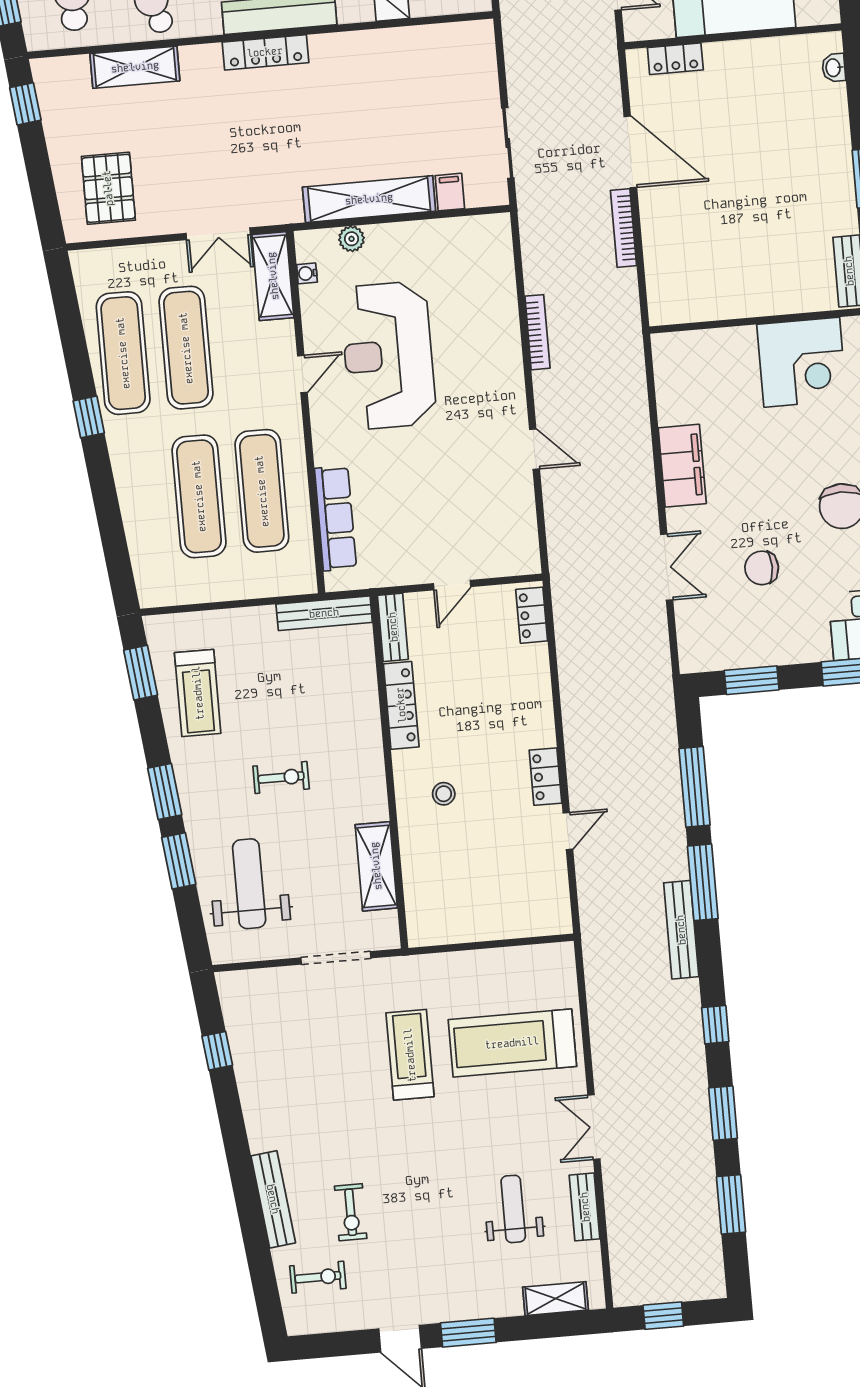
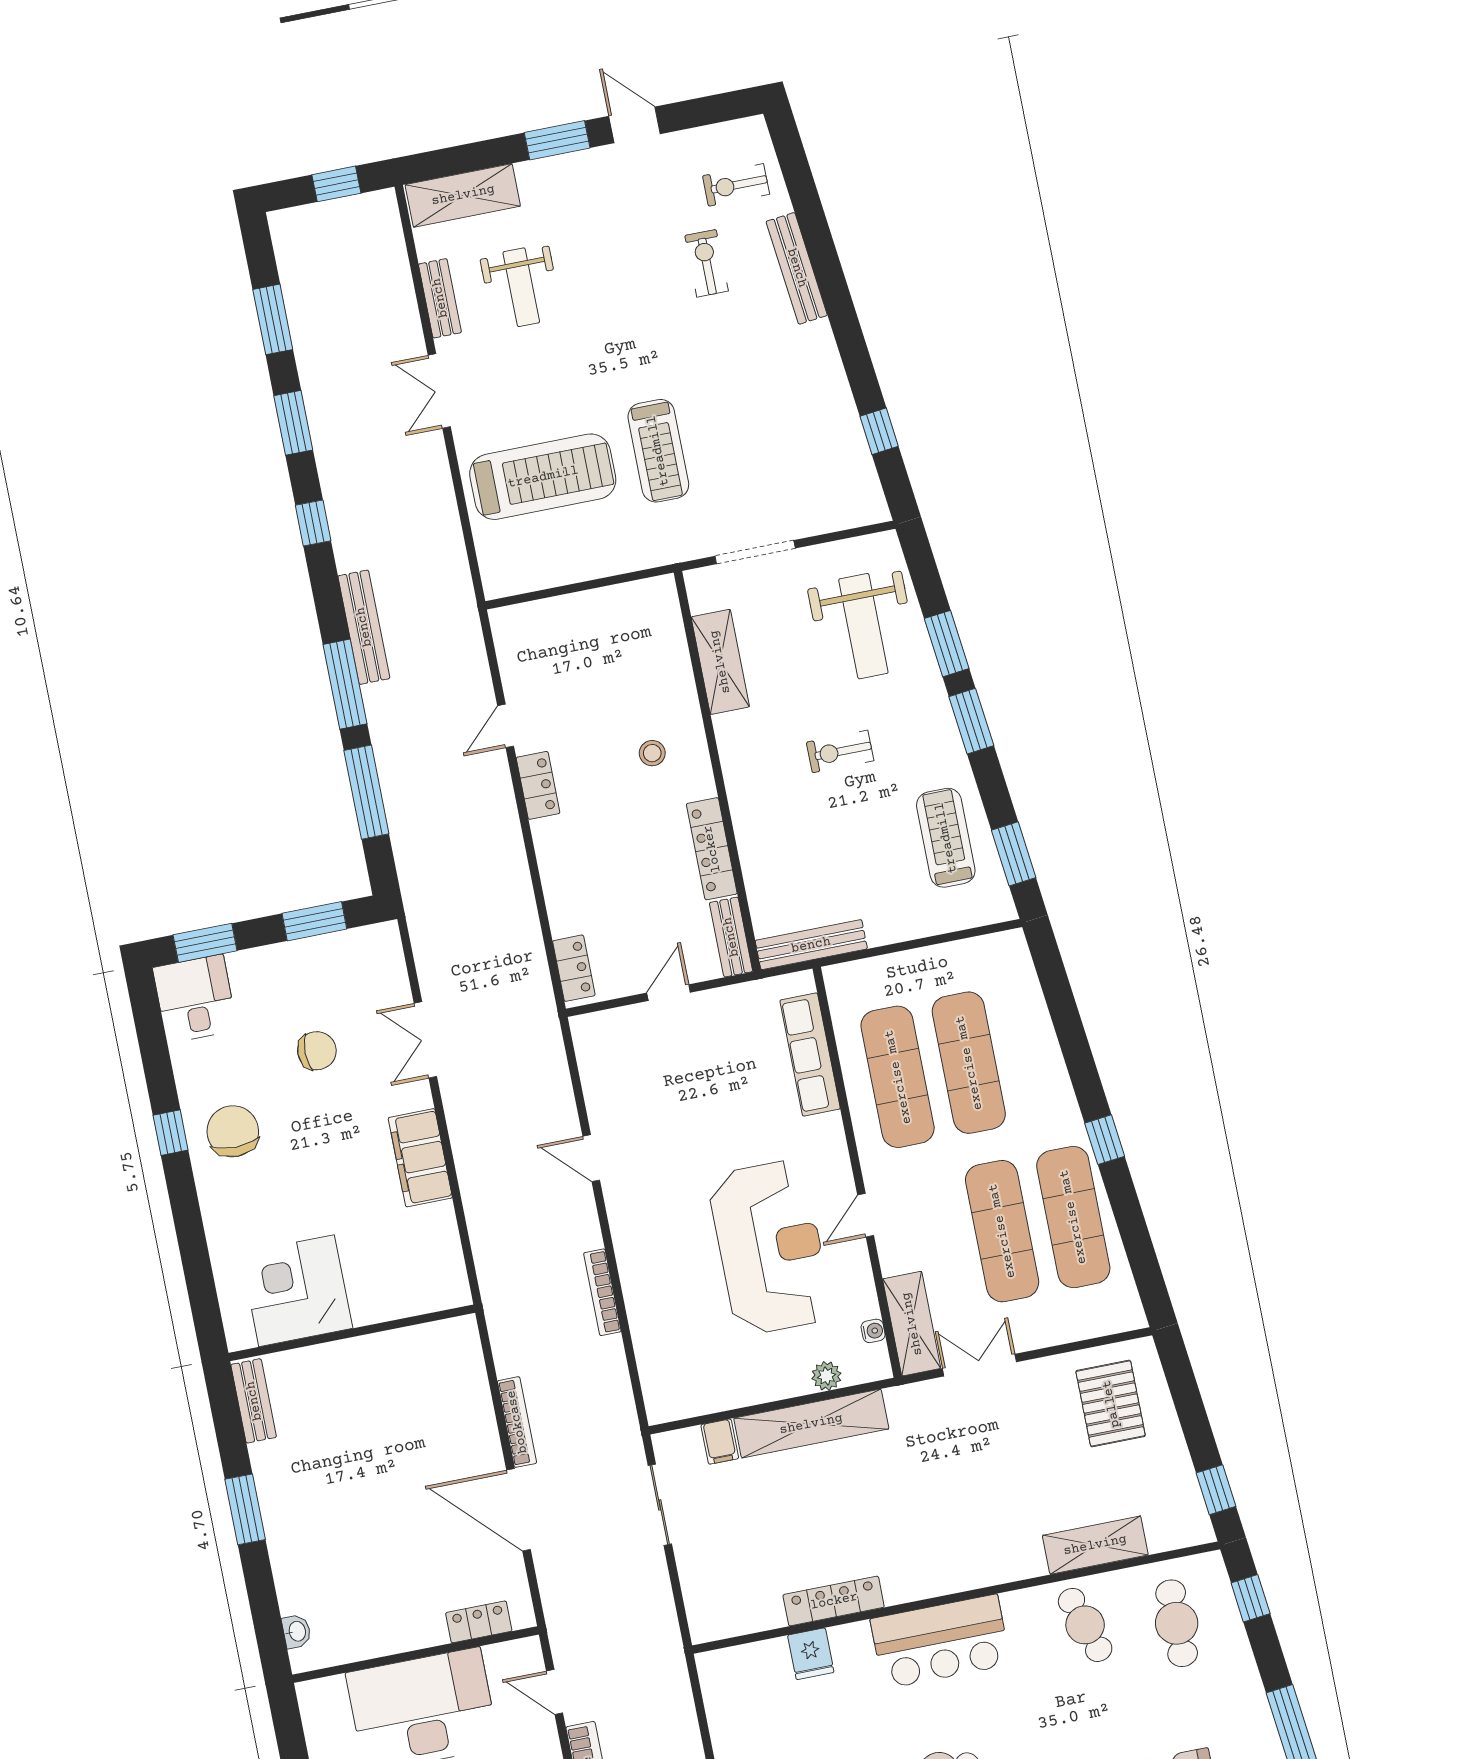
locker: (265, 52) -> (834, 1601), moved
double door: (594, 1127) -> (439, 391), swing flipped
shelving: (556, 1299) -> (463, 195), width x1.50, depth x1.33

